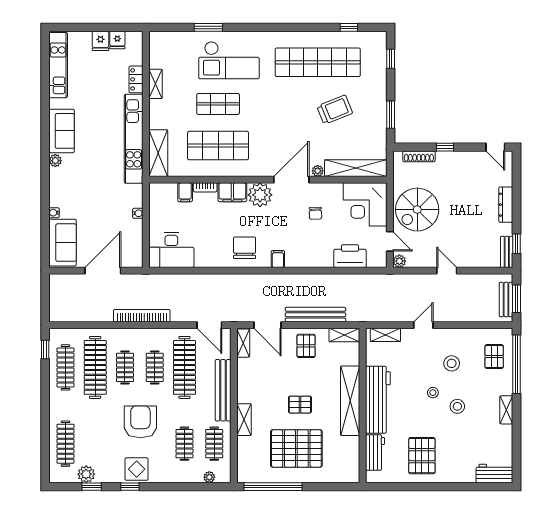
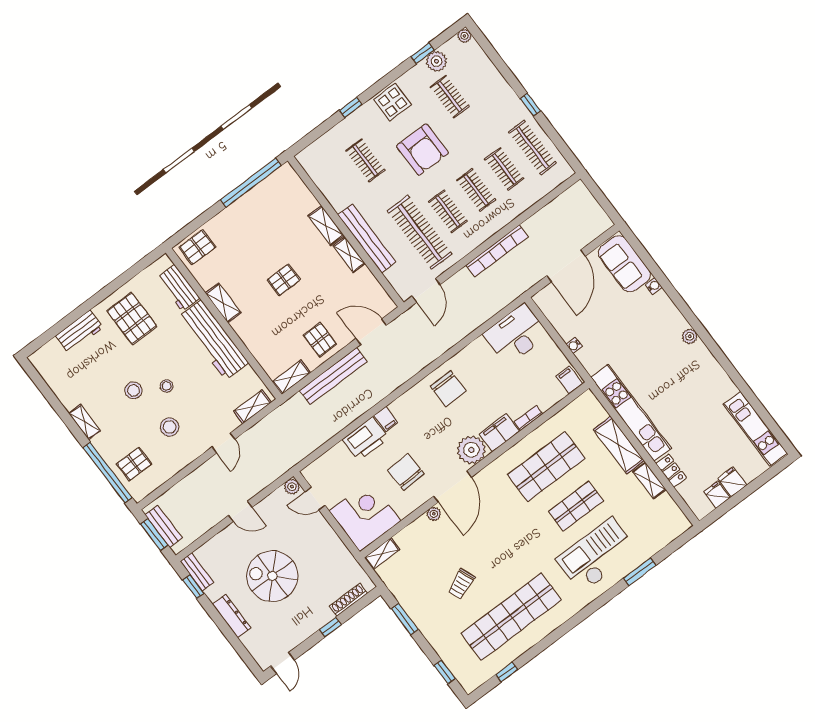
trolley: (335, 110) -> (461, 584), width x0.73, depth x0.72
sofa: (62, 131) -> (705, 369), removed
door: (495, 147) -> (283, 663), swing flipped
shelving: (158, 153) -> (619, 445), moved
shelving: (356, 168) -> (382, 554), width x0.45, depth x0.75
filing cabinet: (185, 192) -> (569, 380), moved
spiral stairs: (417, 210) -> (272, 576), moved, turned -90
chair: (315, 213) -> (406, 472), width x1.87, depth x1.87
printer: (350, 256) -> (365, 439), moved
filing cabinet: (278, 259) -> (386, 419), moved
door: (209, 325) -> (426, 290), swing flipped
shelving: (243, 343) -> (349, 255), moved
window: (45, 349) -> (530, 105), moved
pallet: (494, 357) -> (134, 464), turned 90
clothes rail: (95, 367) -> (504, 169), width x0.54, depth x0.76
shelving: (350, 401) -> (223, 303), width x0.45, depth x0.75
clothes rail: (65, 444) -> (450, 97), moved, width x0.73
clothes rail: (214, 444) -> (337, 182), removed
pallet: (296, 448) -> (197, 247), moved, width x0.49, depth x0.50
workbench: (494, 473) -> (79, 332), moved
plant: (209, 477) -> (464, 36), moved
window: (130, 487) -> (351, 108), moved

